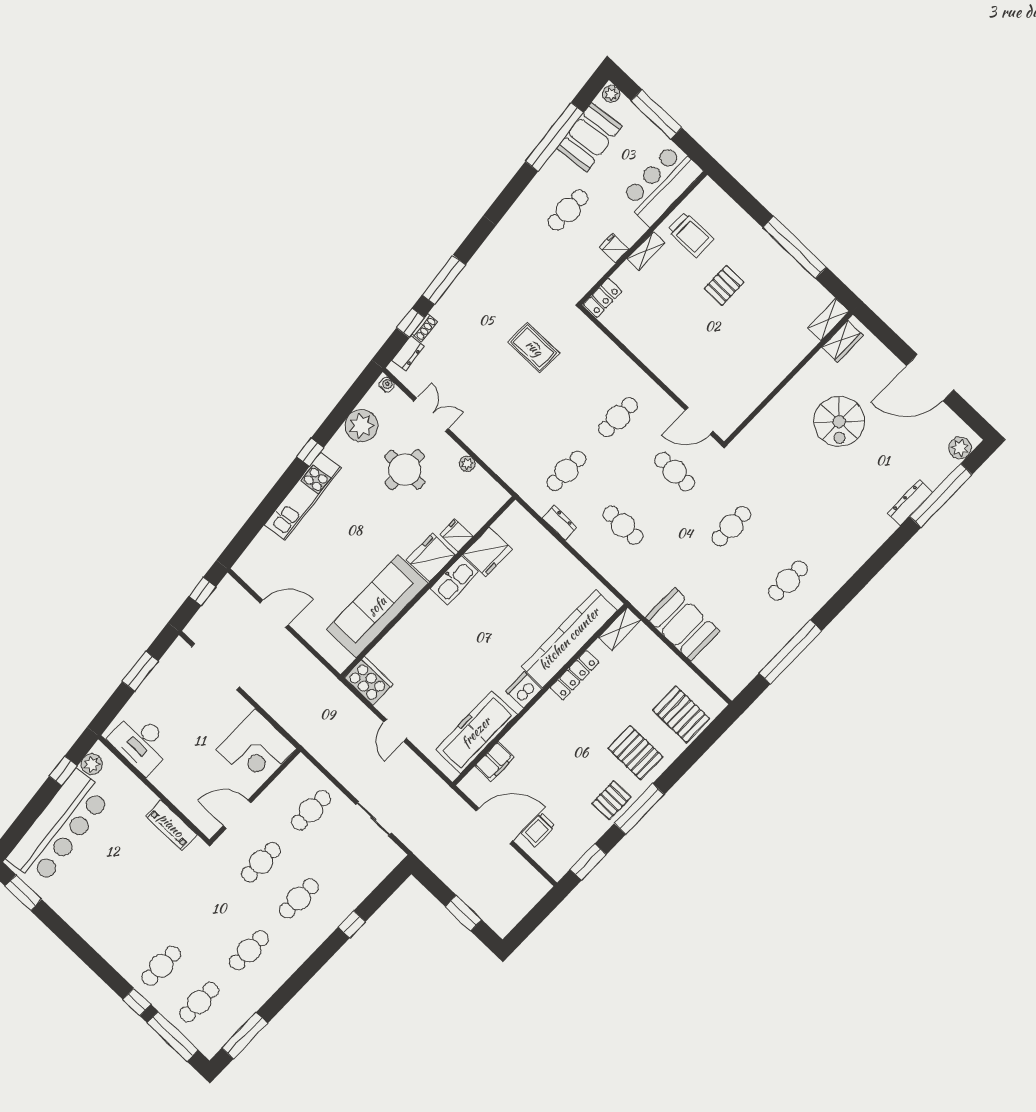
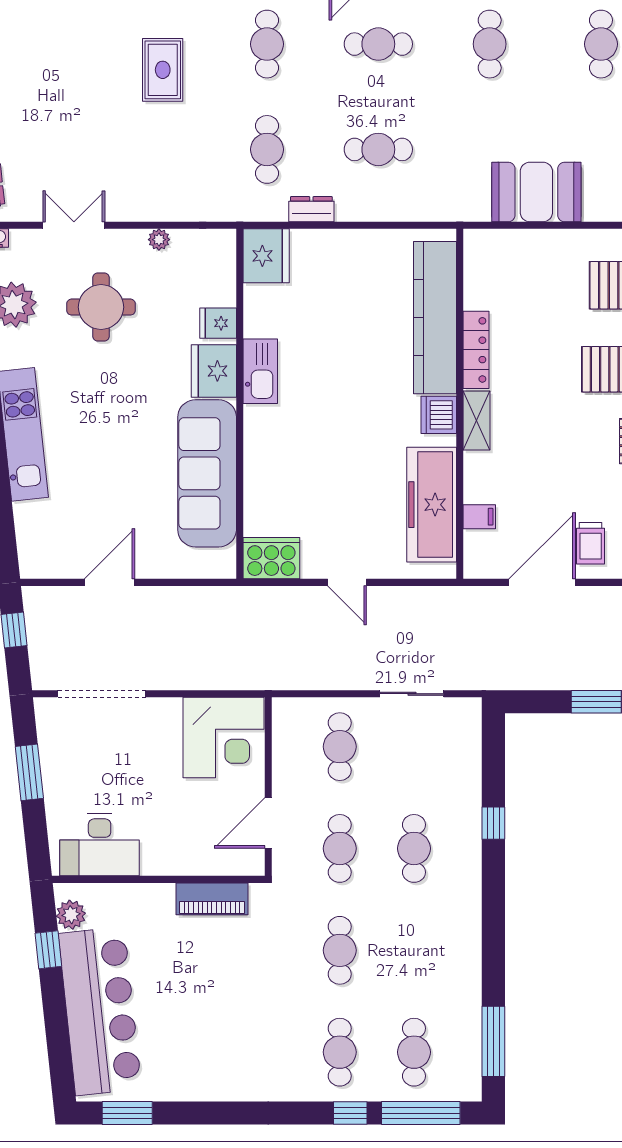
rug: (534, 348) -> (163, 70), moved, turned 90
fridge: (488, 552) -> (266, 256), moved
shelving: (620, 629) -> (476, 421), moved
filing cabinet: (495, 762) -> (479, 517), width x0.50
cafe table: (249, 950) -> (340, 950), moved

